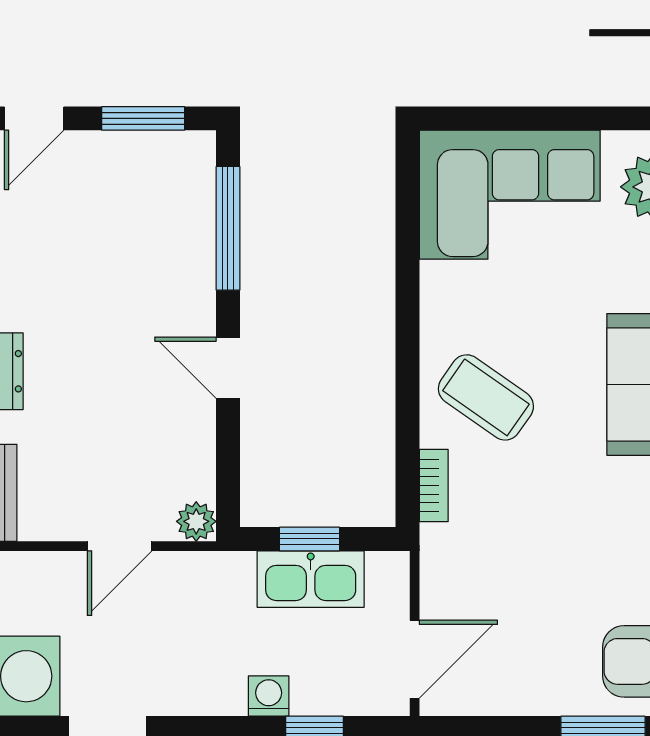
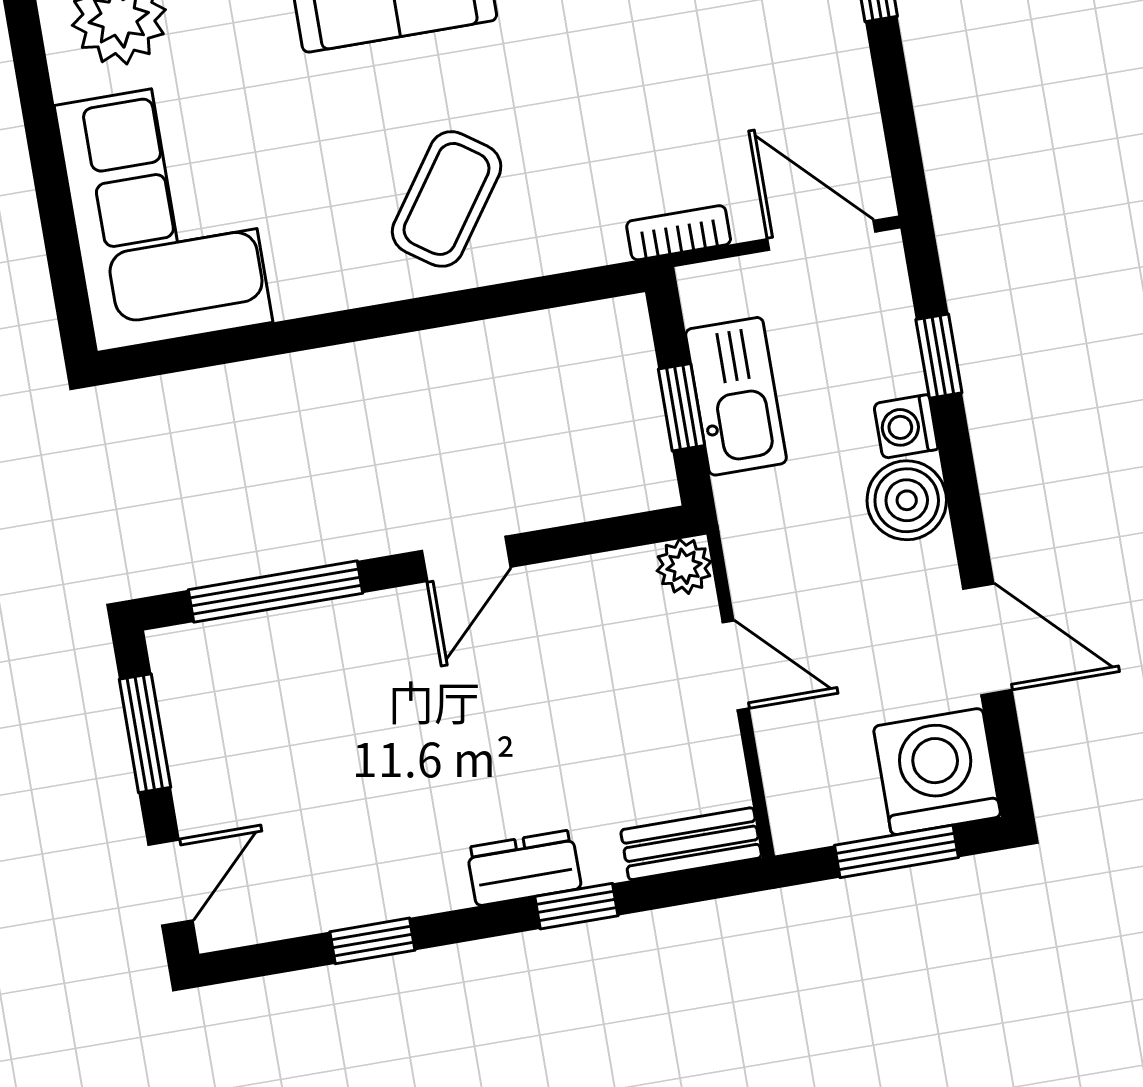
door: (34, 118) -> (170, 882), hinge flipped
bookcase: (434, 486) -> (679, 233), moved
boiler: (216, 688) -> (907, 500), added

